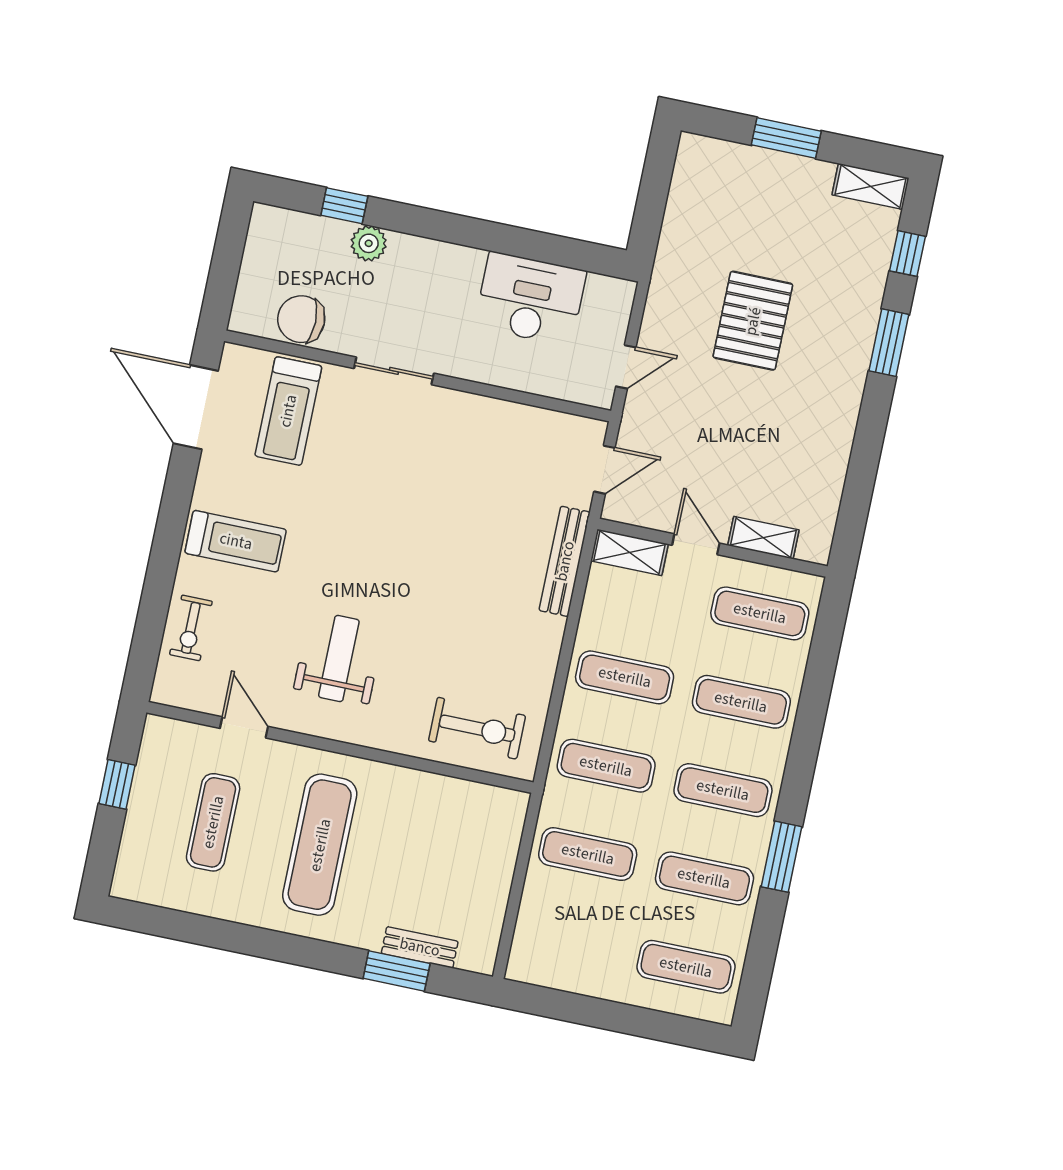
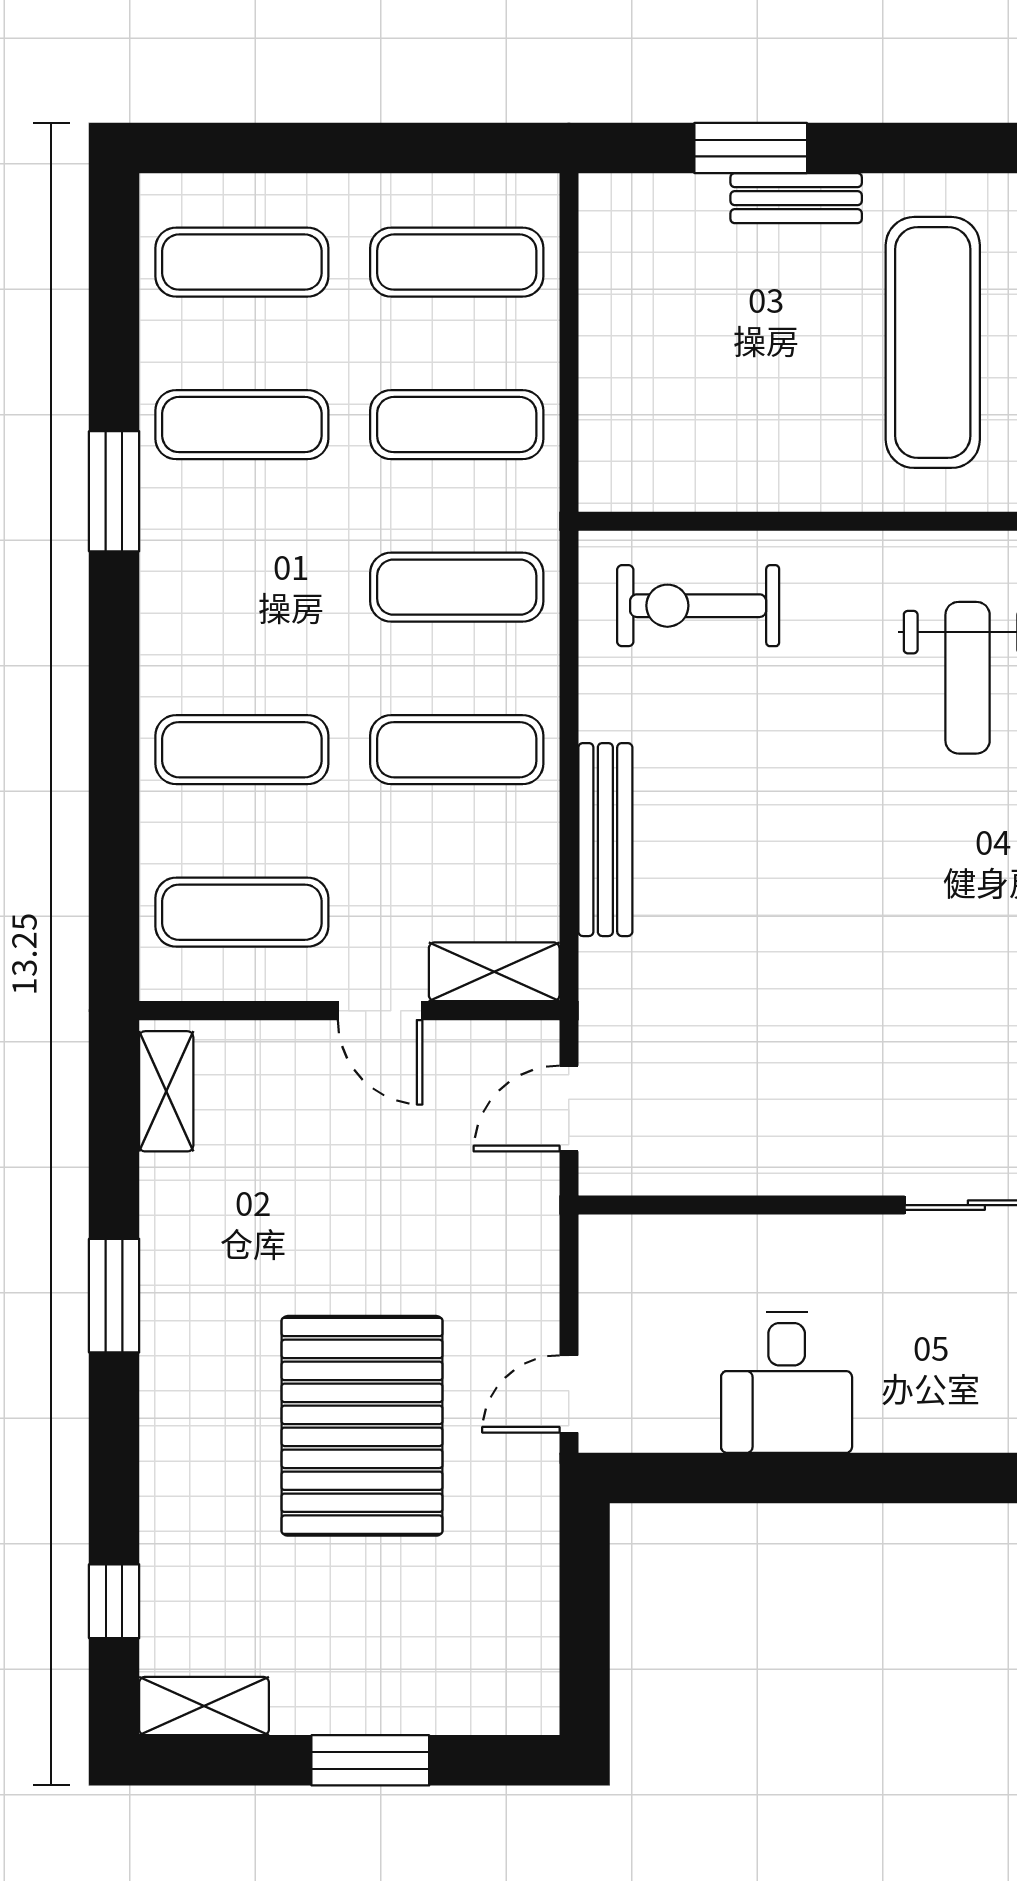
desk: (530, 299) -> (787, 1382), width x0.73
pallet: (753, 321) -> (362, 1426), width x1.37, depth x1.41
window: (889, 343) -> (114, 1296), moved
door: (626, 367) -> (569, 1394), moved
shelving: (763, 538) -> (166, 1091), moved, turned 90
bench: (565, 561) -> (605, 840), moved
exercise mat: (723, 790) -> (457, 262), moved
bench: (420, 947) -> (796, 198), moved

